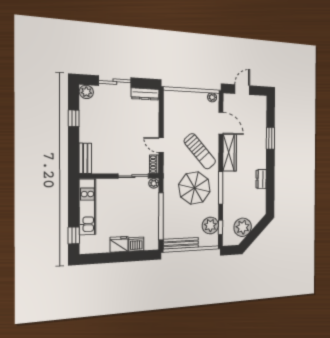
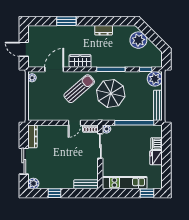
wardrobe: (230, 153) -> (80, 61), width x0.67
plant: (210, 225) -> (155, 79), moved
plant: (243, 227) -> (138, 40), moved

